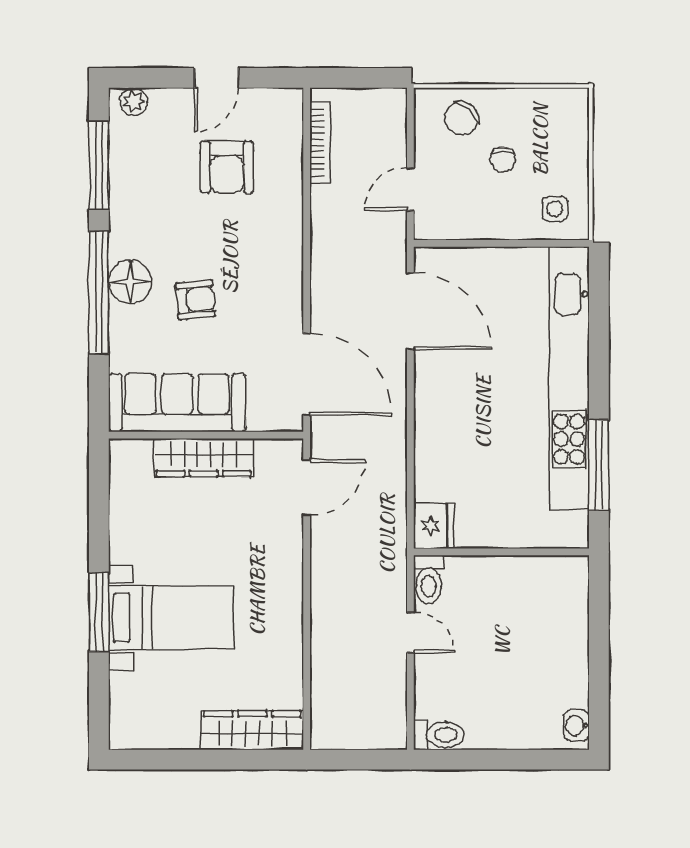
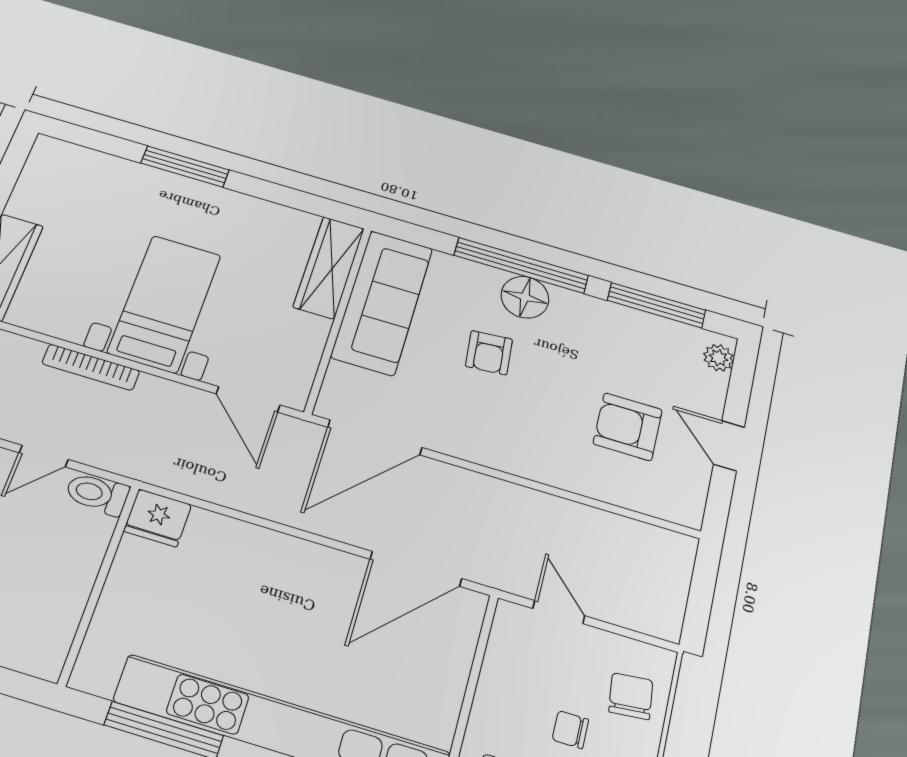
chair: (462, 118) -> (631, 696), turned 42
bookcase: (320, 142) -> (91, 367), moved
wardrobe: (204, 458) -> (329, 267), moved
bed with nightstands: (171, 618) -> (165, 303), moved, turned 180

